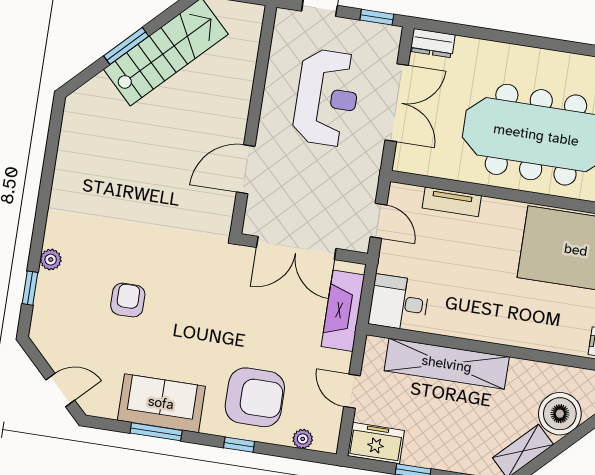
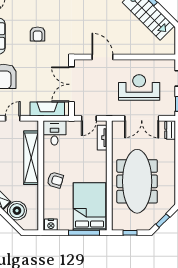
reception desk: (327, 98) -> (139, 88), turned 180
tv unit: (452, 202) -> (102, 138), moved
armchair: (128, 300) -> (38, 34), moved, turned 90
armchair: (505, 317) -> (55, 180), added

